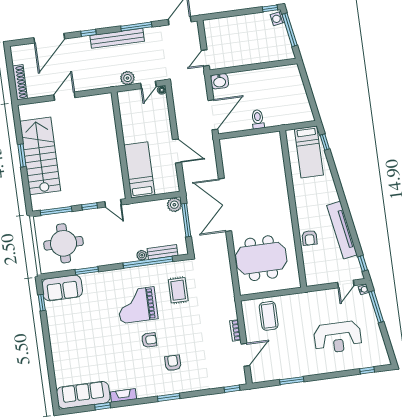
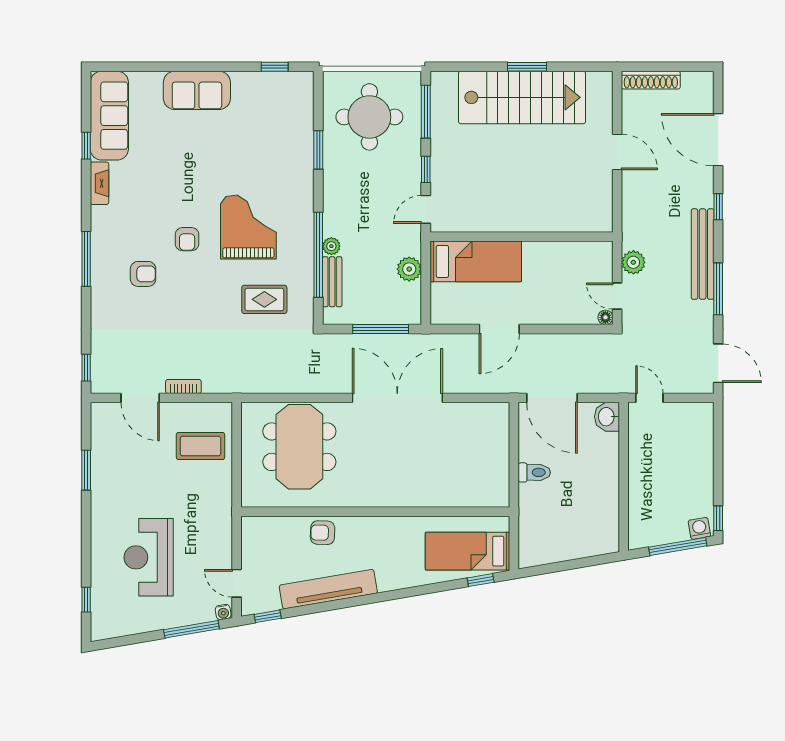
plant: (174, 205) -> (409, 269), moved
sofa: (62, 288) -> (197, 90), moved, turned -90
window: (169, 397) -> (86, 259), width x1.44

